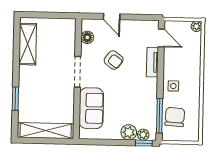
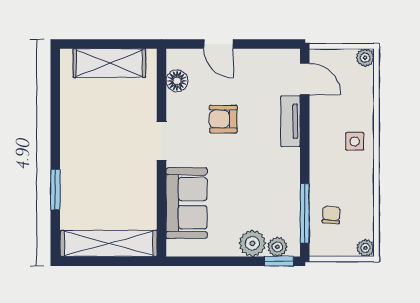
shelving: (28, 44) -> (109, 63), moved, turned 90
armchair: (114, 60) -> (223, 119), turned 142
doorway: (78, 72) -> (162, 141), width x0.73
side table: (173, 86) -> (355, 141), moved
chair: (175, 117) -> (331, 215), width x0.54, depth x0.54
plant: (194, 137) -> (365, 248), added

